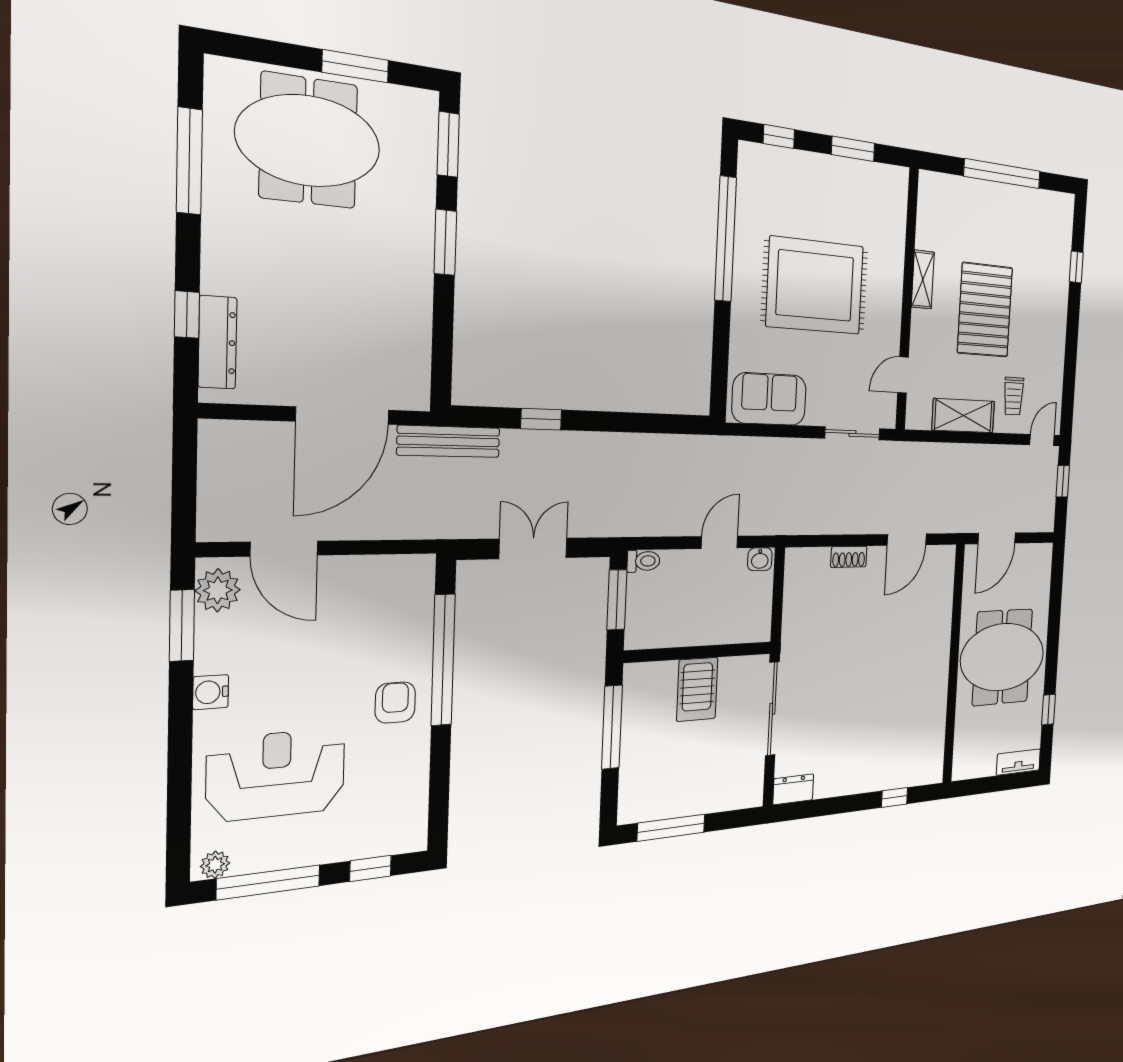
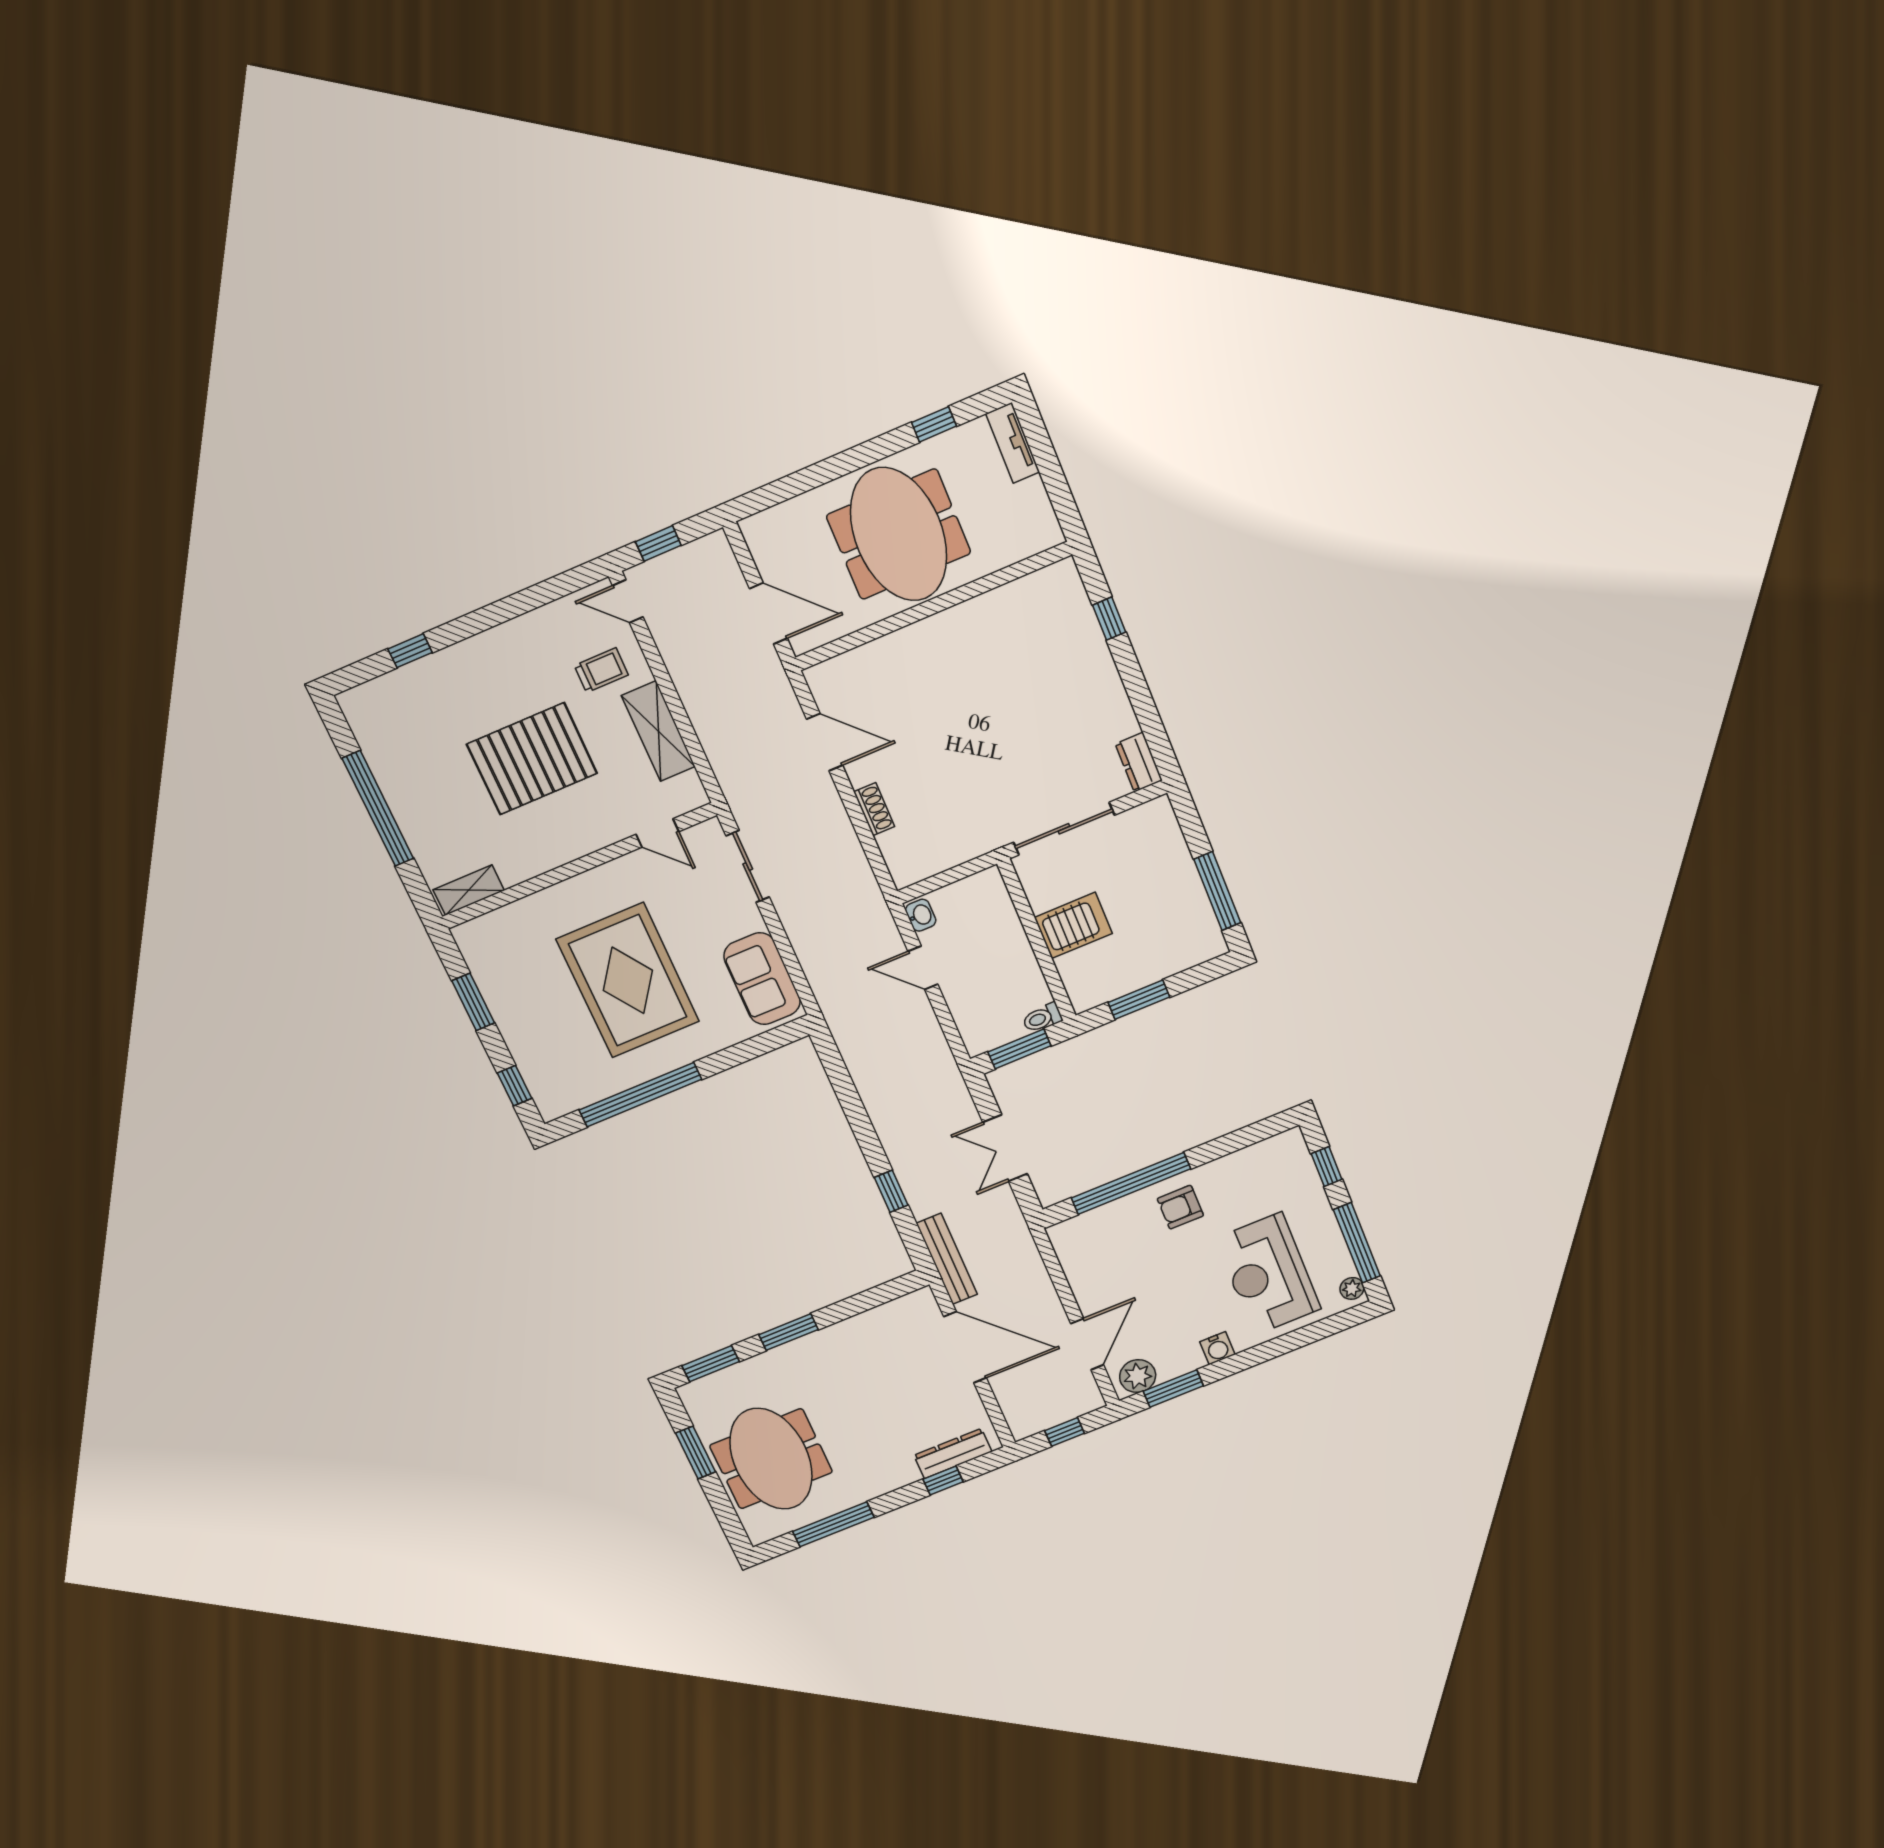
shelving: (923, 279) -> (469, 890), moved
window: (184, 480) -> (1065, 1432), added
toilet: (643, 561) -> (1042, 1018), moved, turned -90
window: (612, 727) -> (1139, 1000), width x0.69

